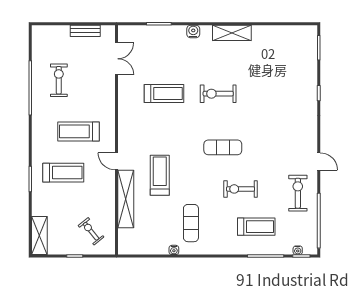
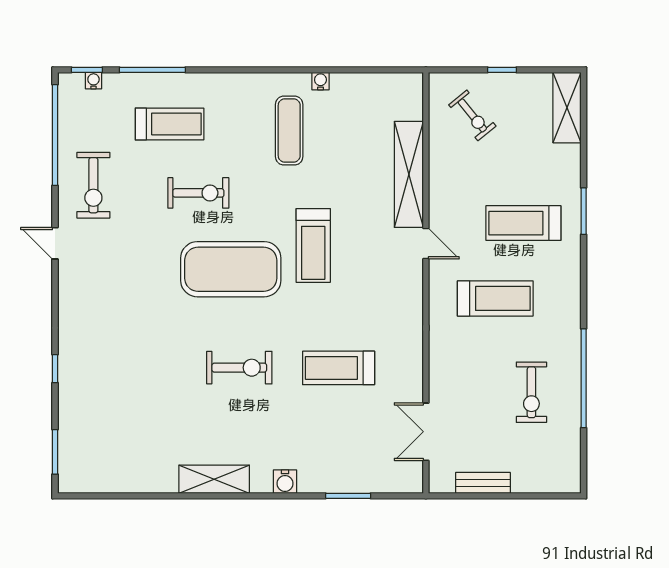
exercise mat: (223, 147) -> (231, 269), width x2.00, depth x1.45
treadmill: (160, 175) -> (313, 245), moved
treadmill: (256, 227) -> (170, 124), turned 180

